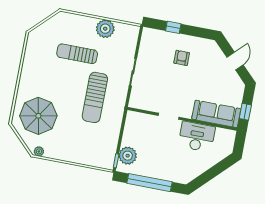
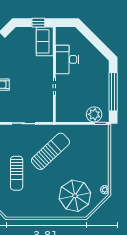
sun lounger: (95, 97) -> (50, 151), turned -43
sofa: (216, 114) -> (45, 41), width x0.73

